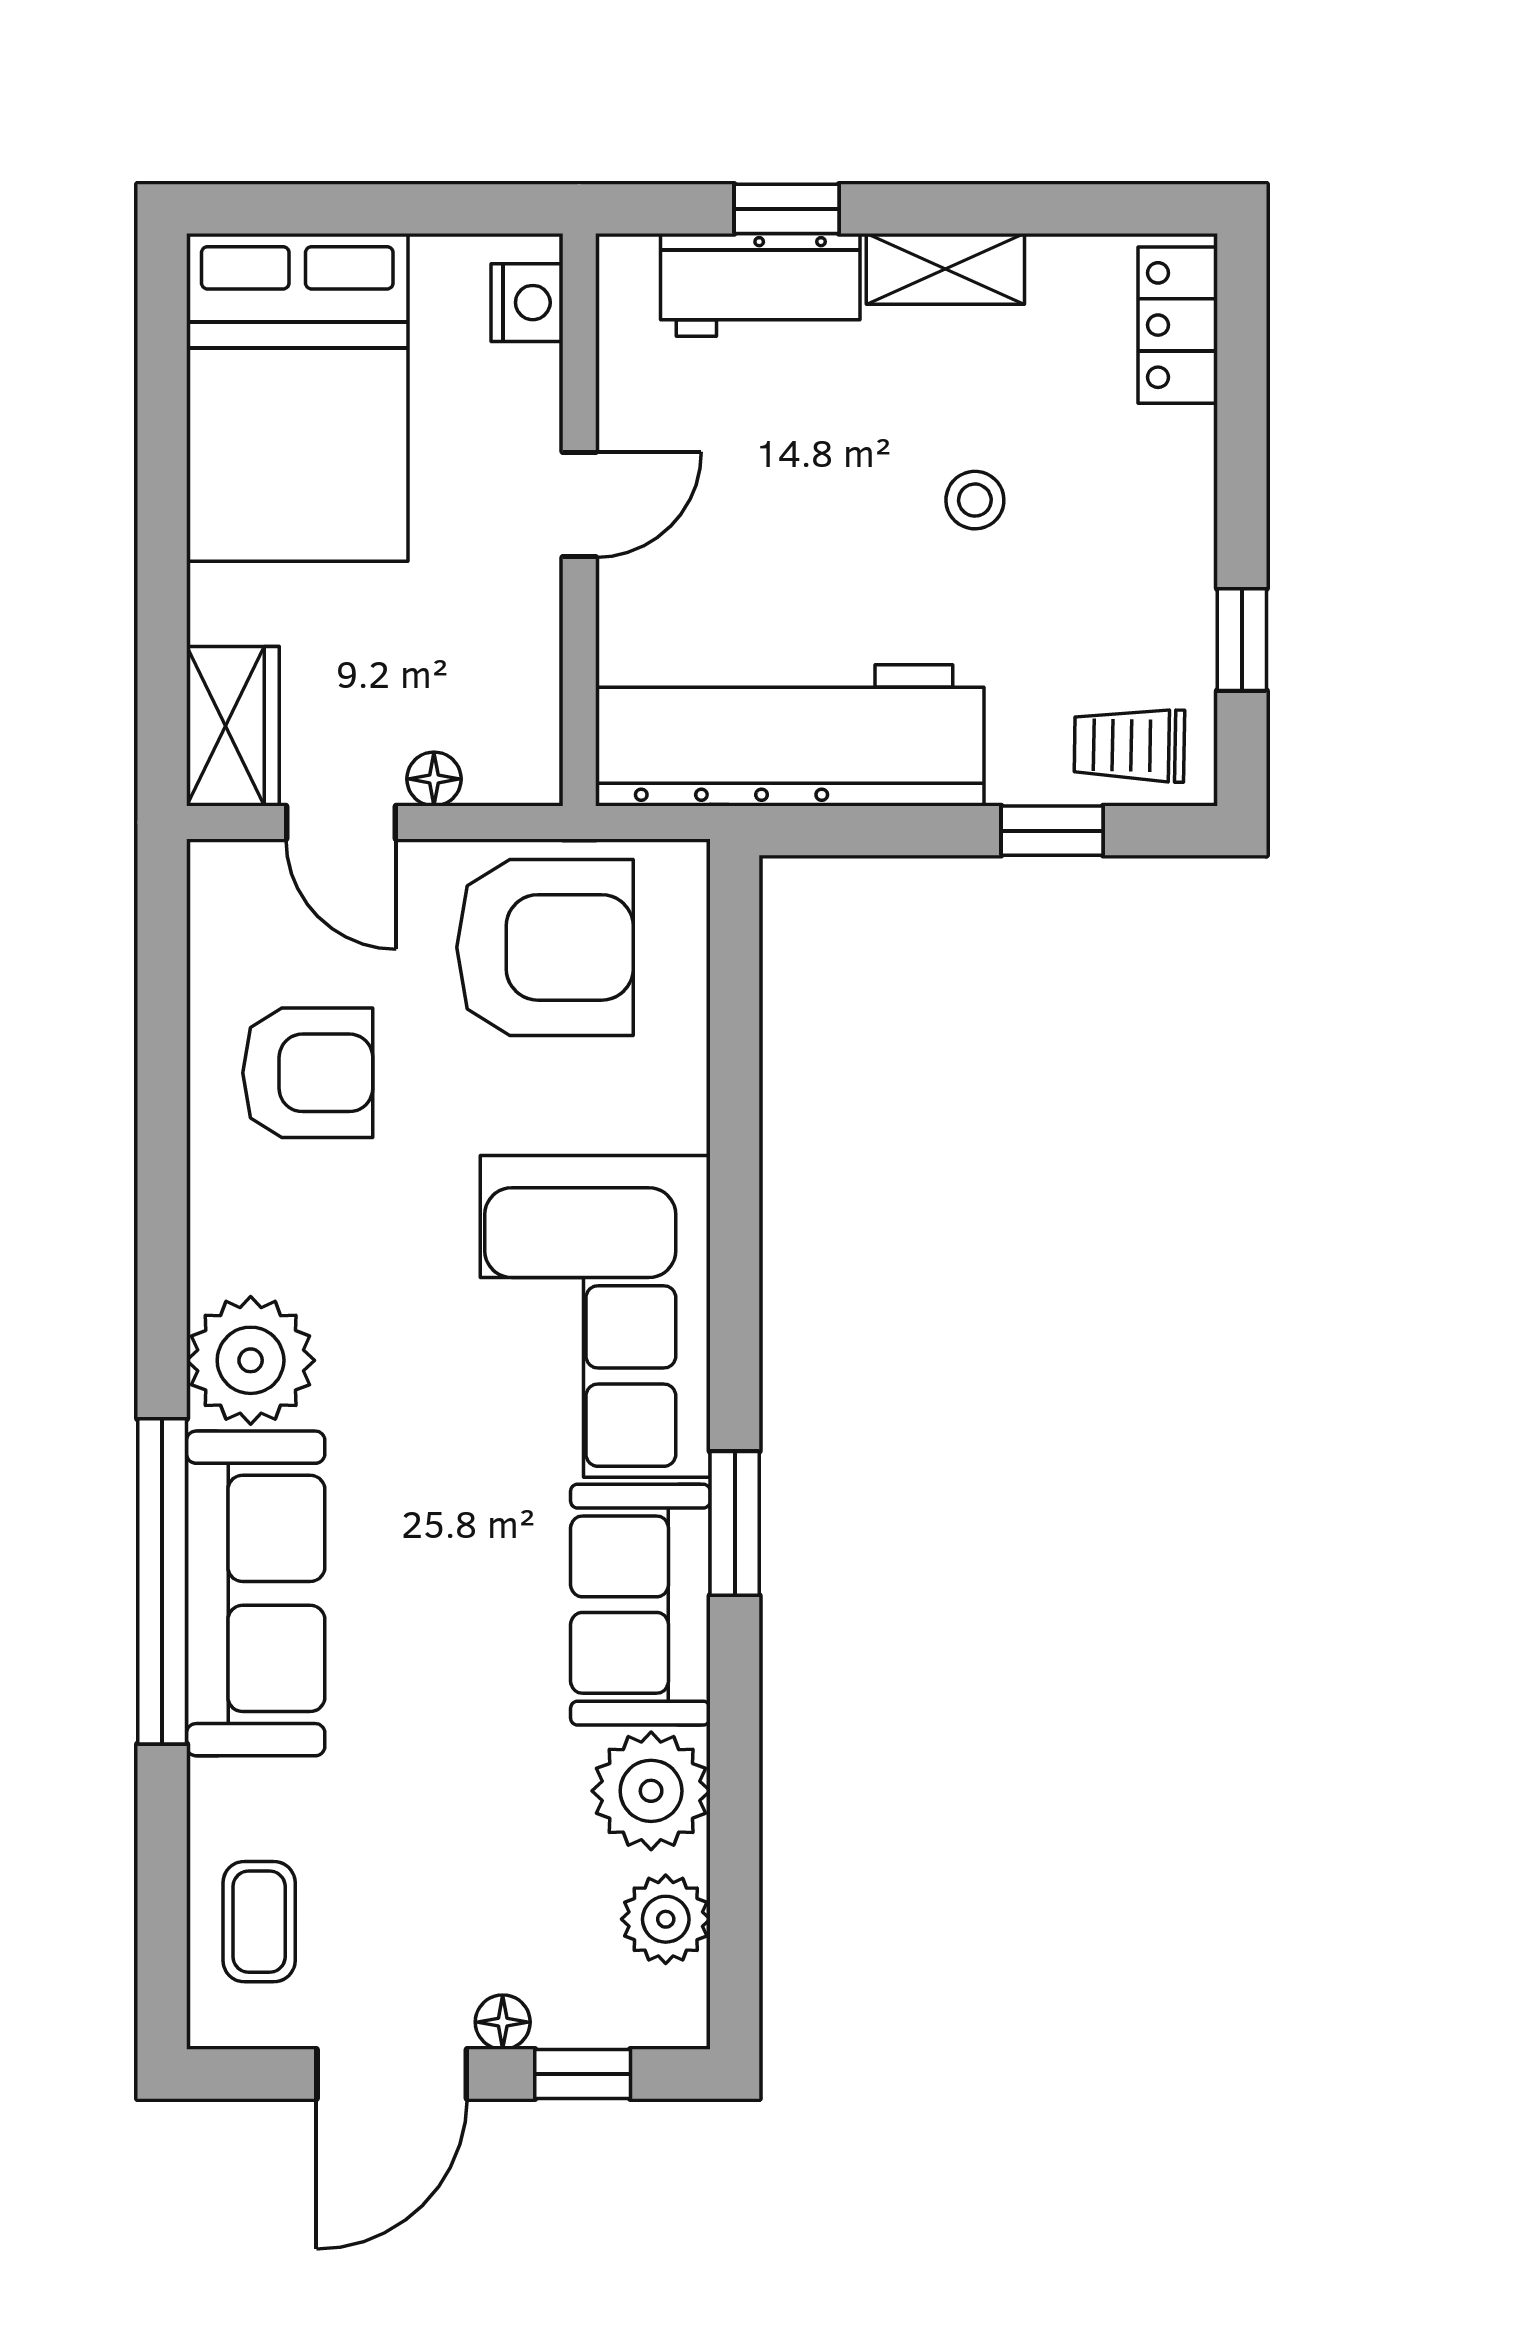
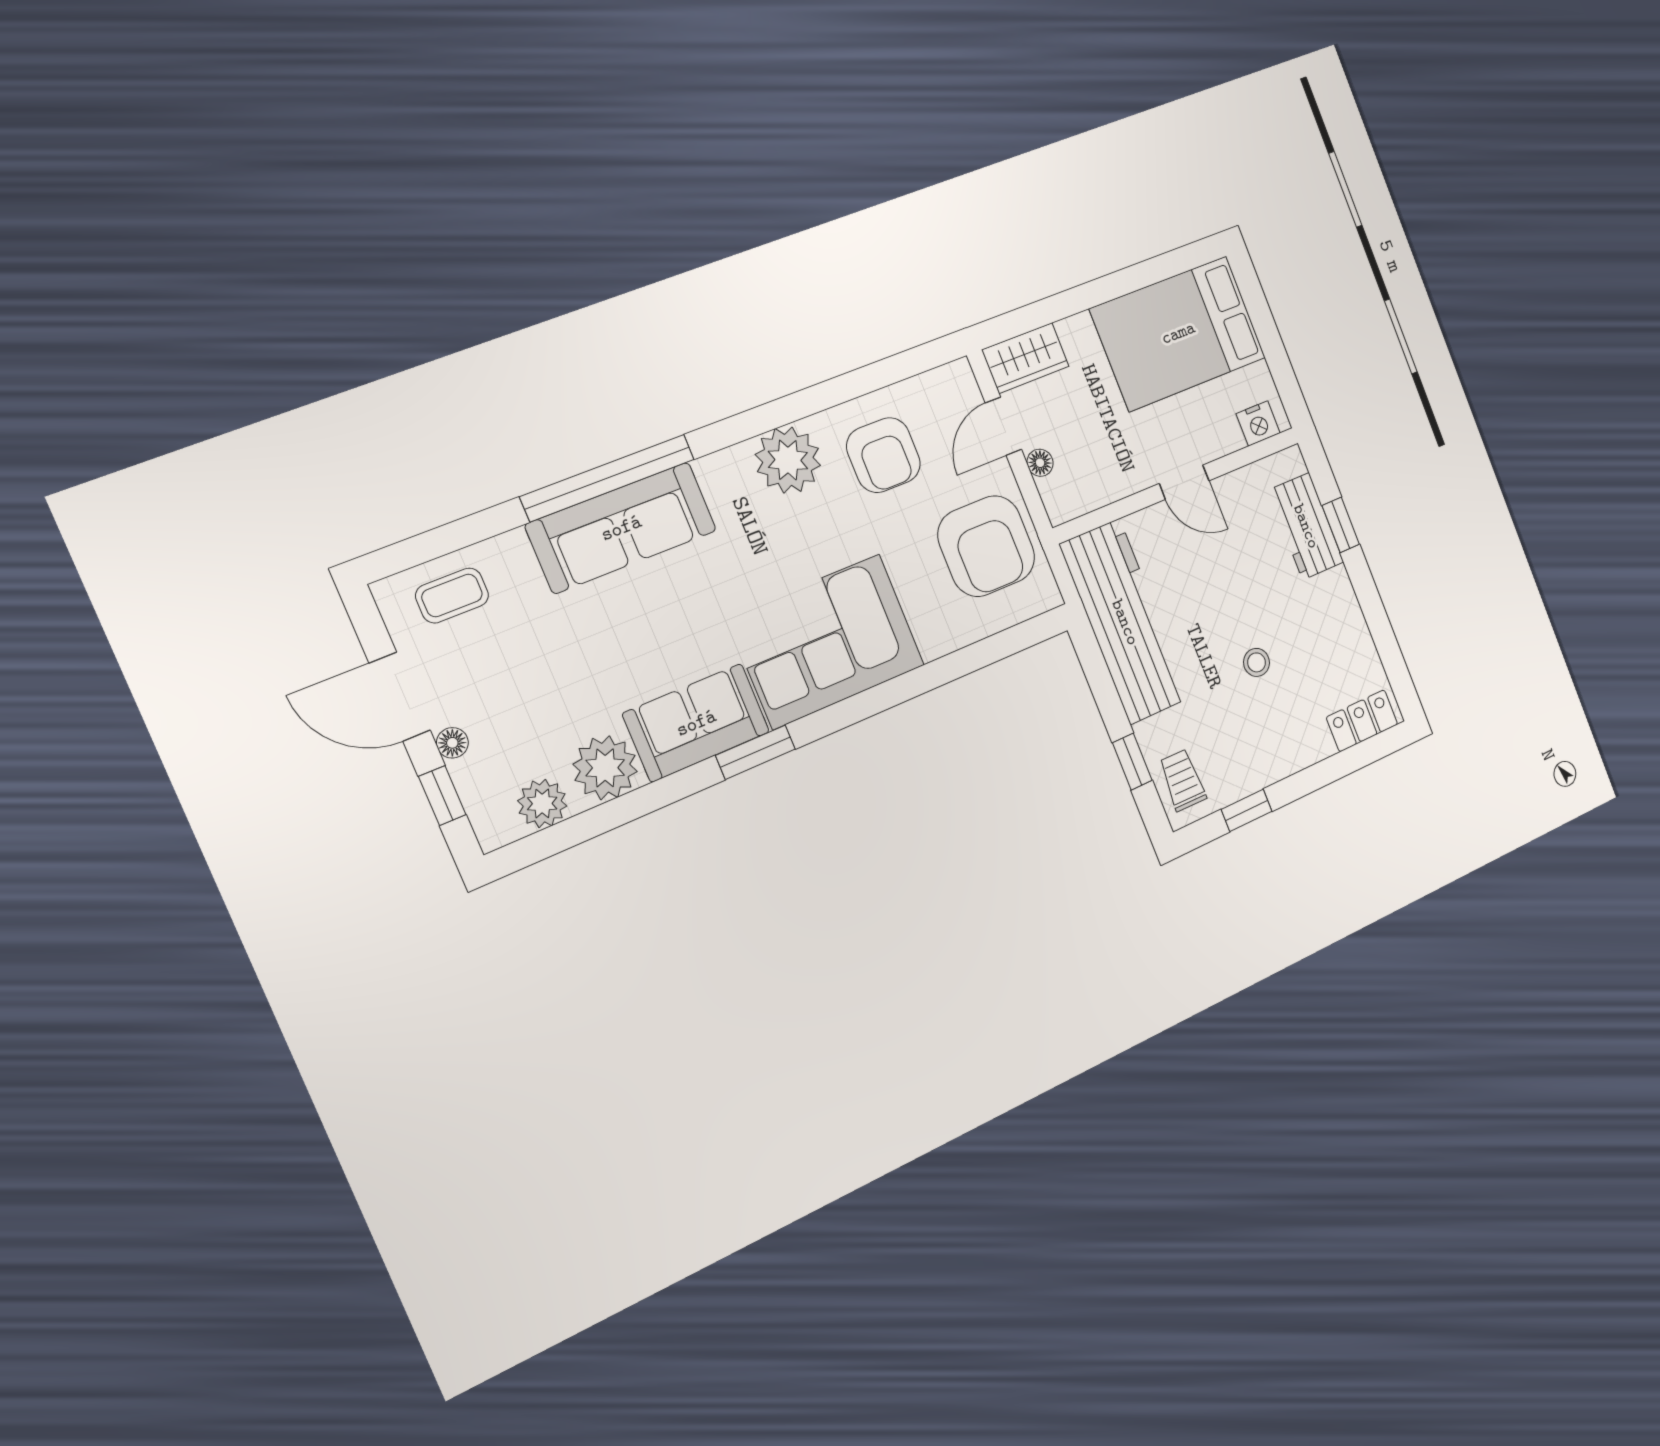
shelving: (945, 269) -> (1344, 607), removed
plant: (251, 1360) -> (788, 460), moved

